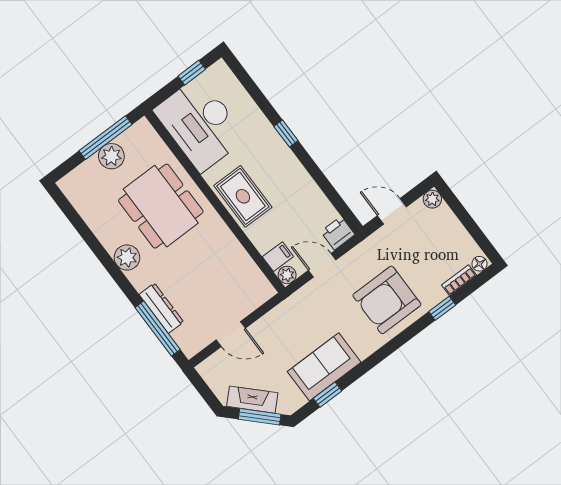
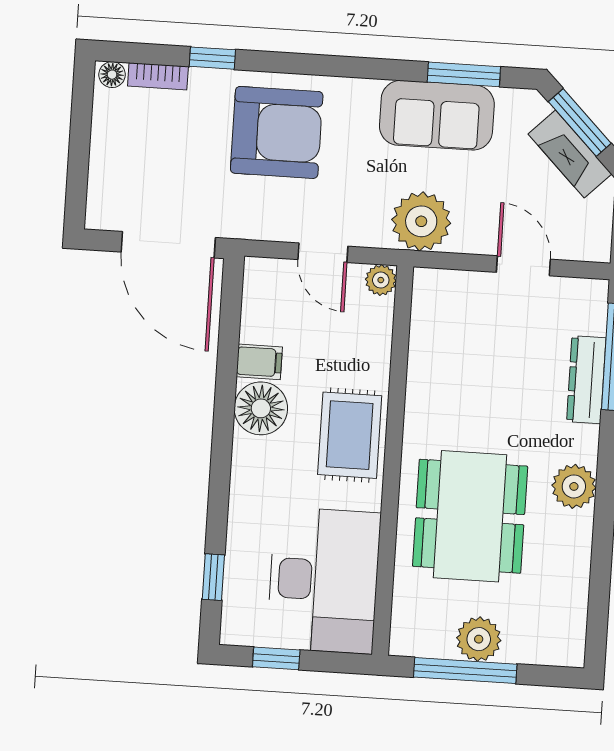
window: (286, 133) -> (213, 577), moved
floor lamp: (291, 175) -> (261, 408), added
plant: (432, 199) -> (421, 221), moved, width x1.87, depth x1.87
door: (392, 211) -> (168, 245), width x1.87
printer: (338, 233) -> (265, 278), removed
filing cabinet: (278, 257) -> (259, 362), moved, turned 180
window: (328, 395) -> (464, 74), width x1.50

